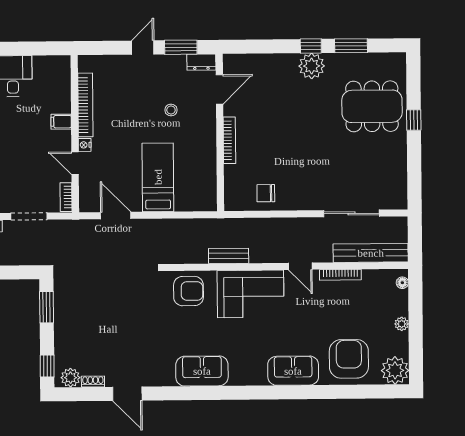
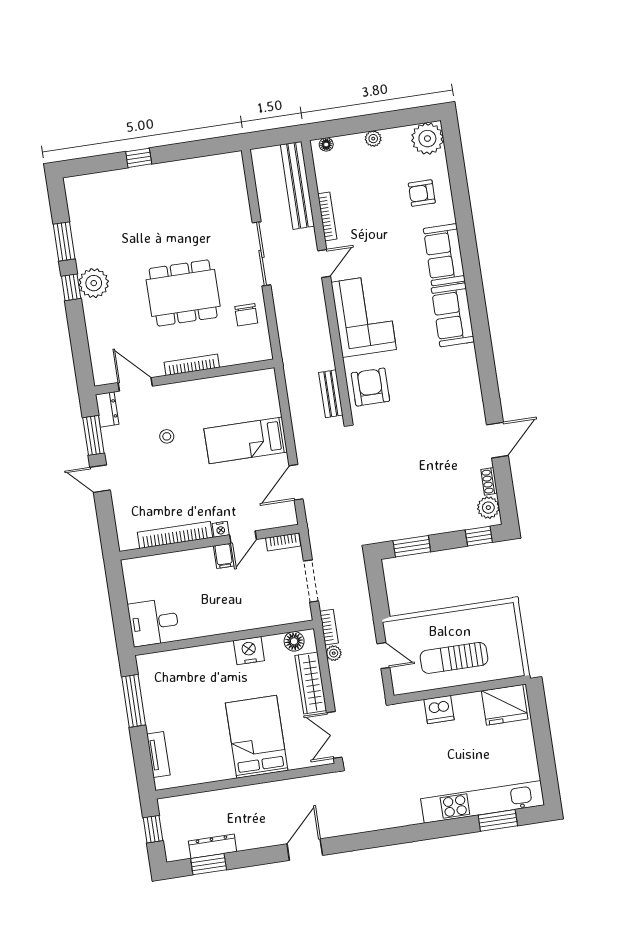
dining table: (372, 106) -> (183, 293), moved, turned 90
filing cabinet: (61, 122) -> (224, 556), moved
sliding door: (351, 213) -> (262, 254), moved
bench: (229, 256) -> (331, 394), moved
armchair: (349, 359) -> (422, 193), width x0.53, depth x0.53
sofa: (202, 371) -> (453, 315), moved

